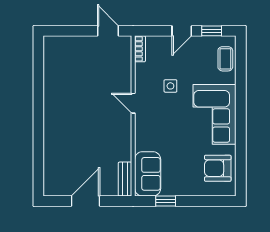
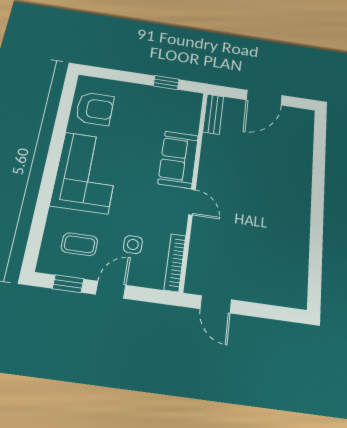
bookcase: (140, 49) -> (175, 262), width x1.56
coffee table: (225, 59) -> (79, 244), moved, turned 90
side table: (170, 86) -> (133, 245), moved
sofa: (148, 174) -> (178, 159), moved

